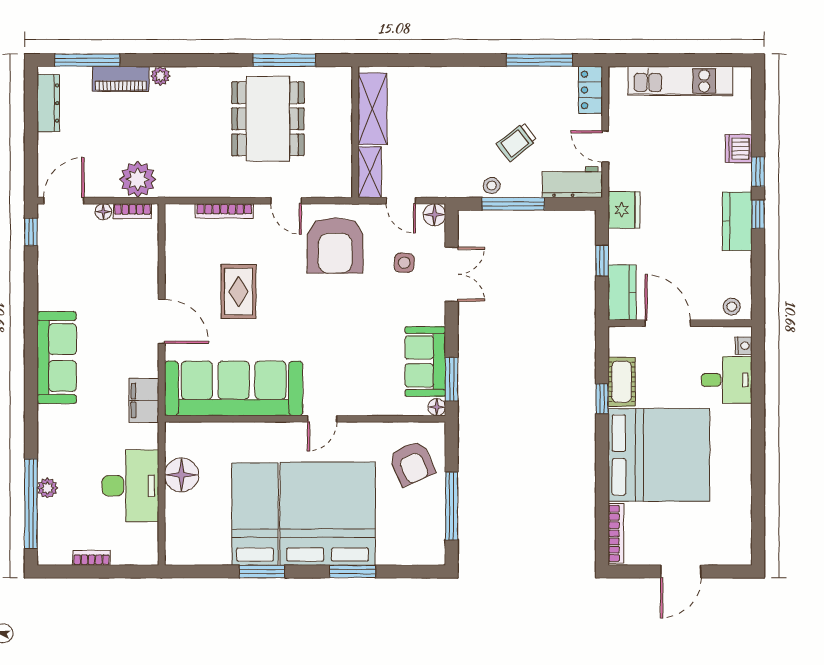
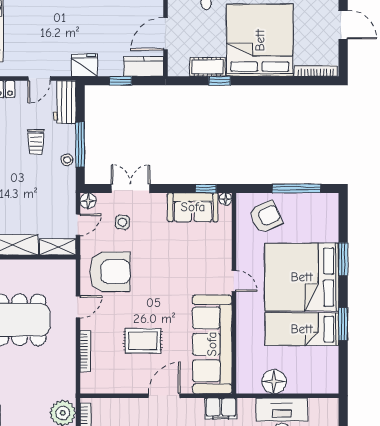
trolley: (517, 142) -> (36, 142), turned 38
window: (452, 379) -> (206, 188), width x0.67

